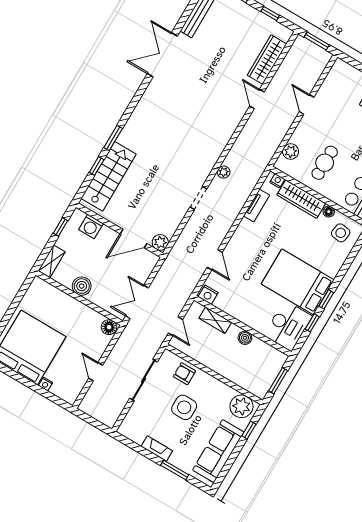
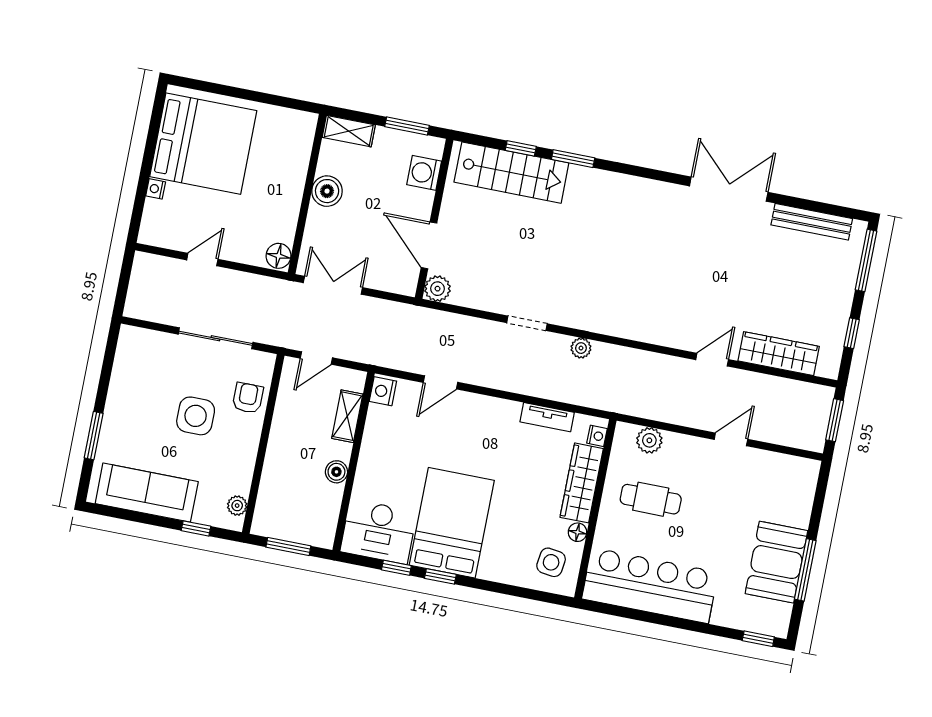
window: (61, 227) -> (407, 126), width x1.50
plant: (241, 406) -> (237, 506), width x0.53, depth x0.53
fireplace: (157, 449) -> (117, 396), removed

